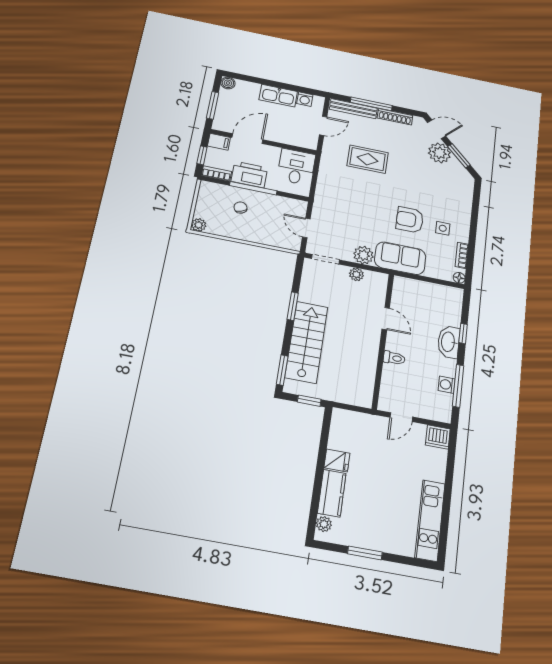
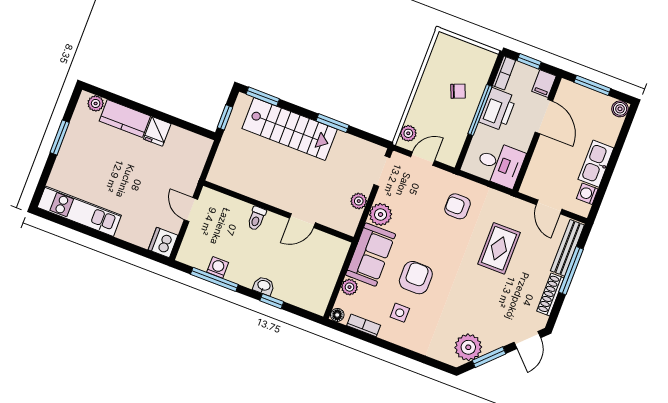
plant: (439, 153) -> (468, 347), moved
armchair: (341, 195) -> (458, 206), added
plant: (199, 225) -> (408, 133), moved
plant: (433, 271) -> (349, 287), added
washbasin: (449, 342) -> (264, 286), width x0.52, depth x0.69

